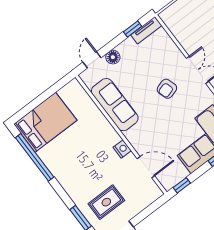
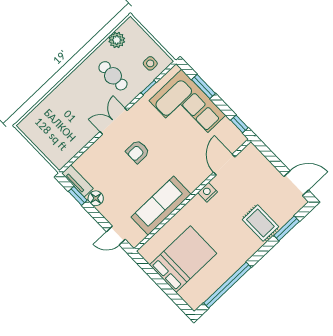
floor lamp: (113, 57) -> (96, 198), moved
armchair: (167, 89) -> (138, 152), turned 107
bed: (45, 122) -> (183, 259), moved, turned 90
rug: (106, 202) -> (260, 223), moved

